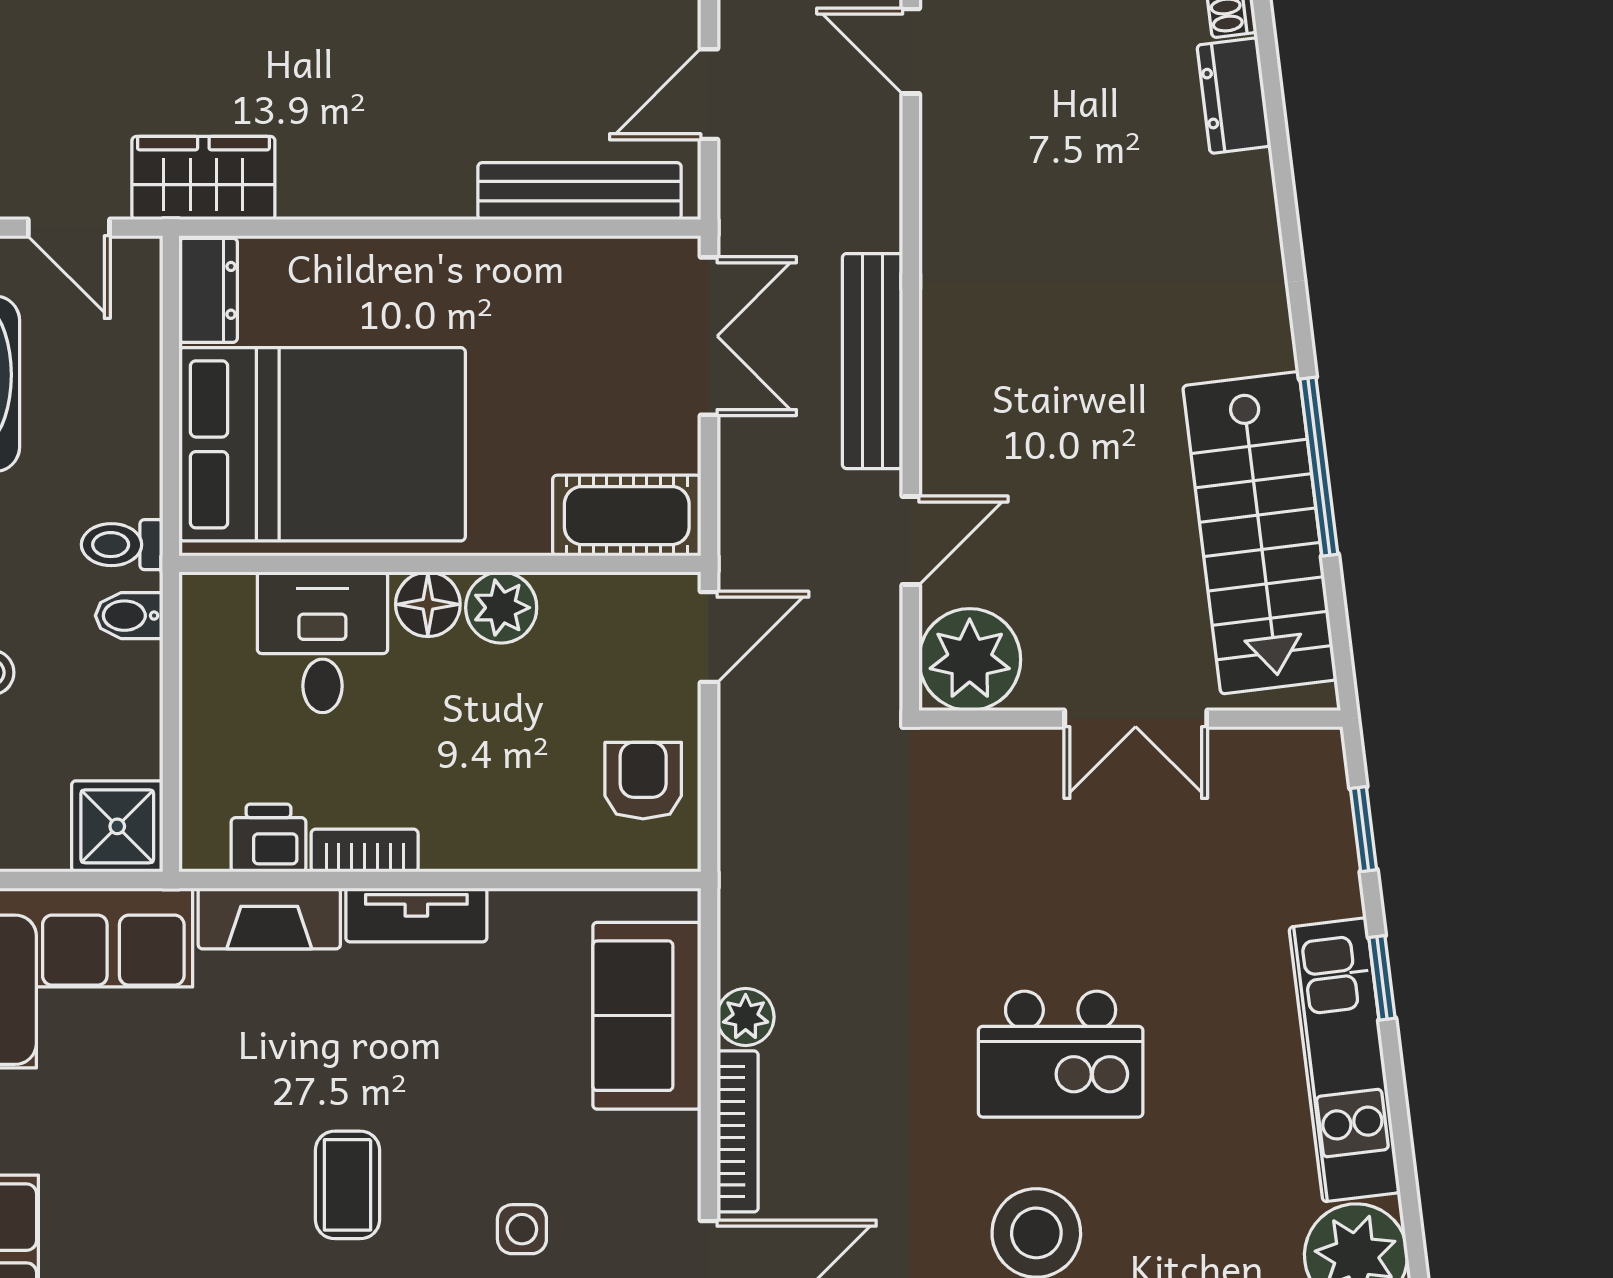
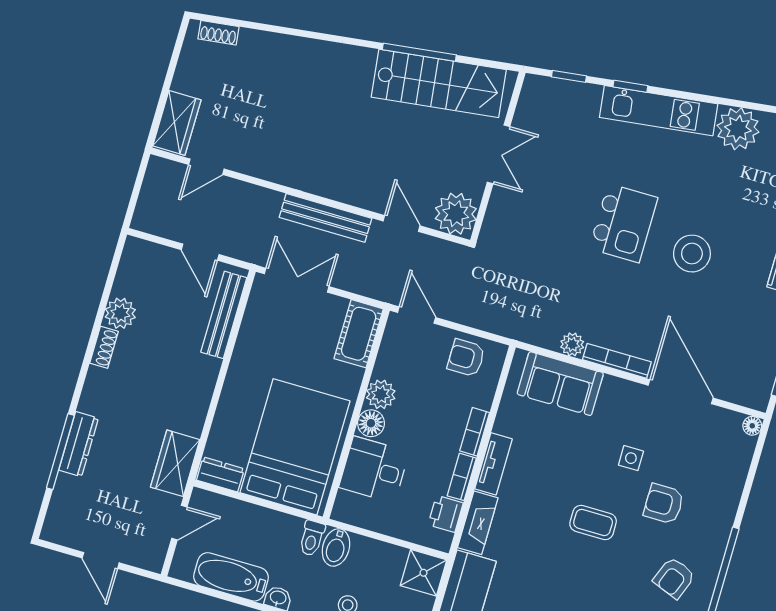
dresser: (1234, 96) -> (262, 43), removed
bidet: (129, 616) -> (336, 547), width x1.38, depth x1.36
bookcase: (478, 850) -> (475, 432), added

